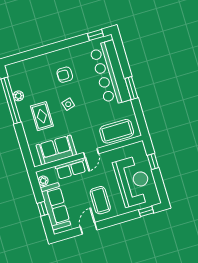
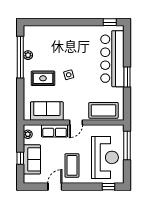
armchair: (65, 75) -> (73, 49), removed
rug: (42, 116) -> (43, 78), turned 90
window: (153, 162) -> (127, 146), width x2.17
sofa: (55, 206) -> (32, 159), width x0.73

